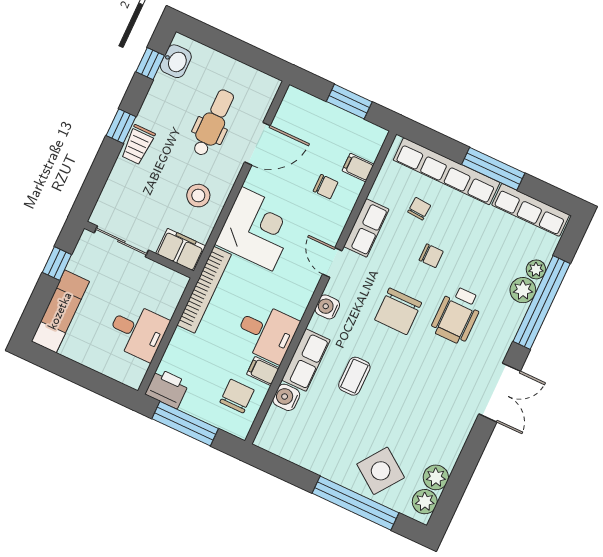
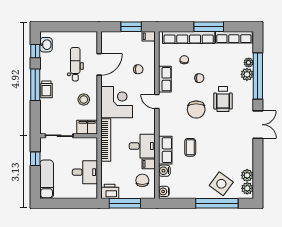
window: (121, 126) -> (35, 85), width x2.17
filing cabinet: (358, 167) -> (149, 36), moved
water cooler: (327, 307) -> (164, 191), moved

